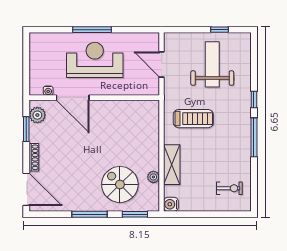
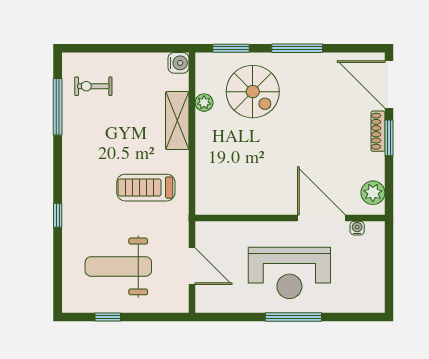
weight bench: (212, 64) -> (118, 266), turned 90
window: (26, 129) -> (389, 138), moved
window: (254, 137) -> (58, 107), moved

